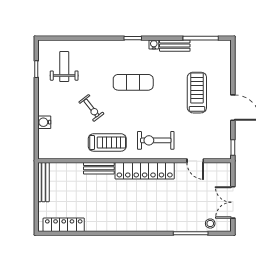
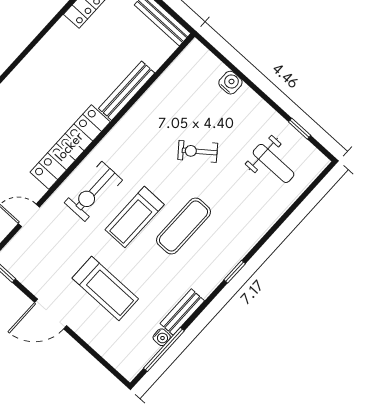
water cooler: (154, 44) -> (162, 337), moved
exercise bike: (156, 140) -> (93, 191), turned 180
treadmill: (107, 142) -> (135, 217), moved
bench: (99, 168) -> (127, 91), width x1.36

